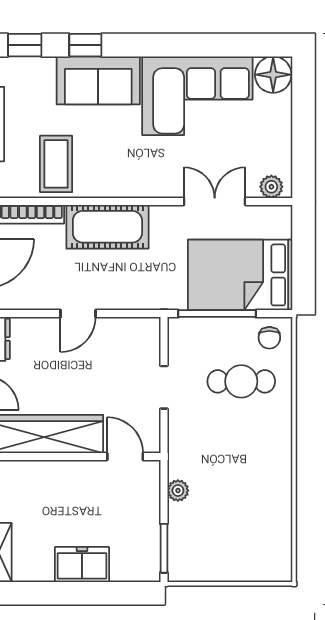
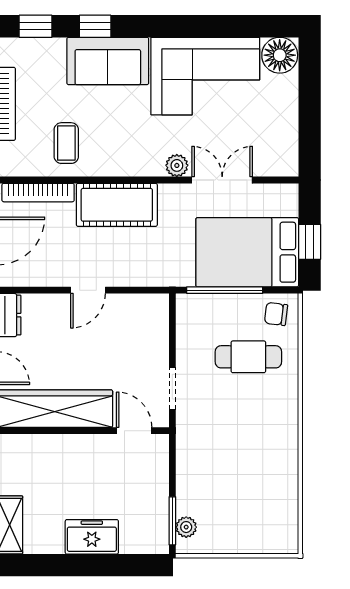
coffee table: (56, 164) -> (66, 143), width x0.73, depth x0.77
plant: (271, 187) -> (177, 165), moved
window: (304, 264) -> (310, 242), added
chair: (269, 338) -> (276, 314), turned 97
doorway: (164, 387) -> (172, 388), moved
plant: (178, 491) -> (186, 527), moved

